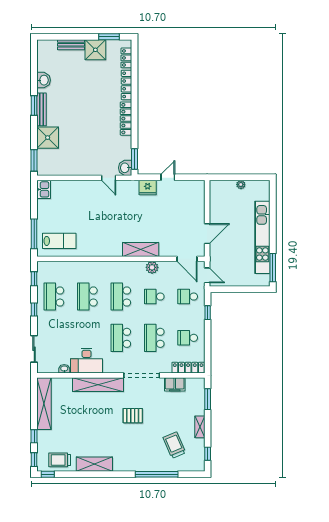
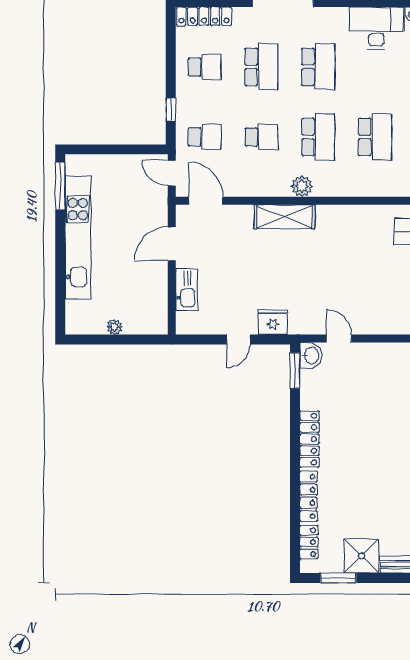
kitchen sink: (198, 207) -> (187, 289), added
plant: (152, 267) -> (302, 186), moved

